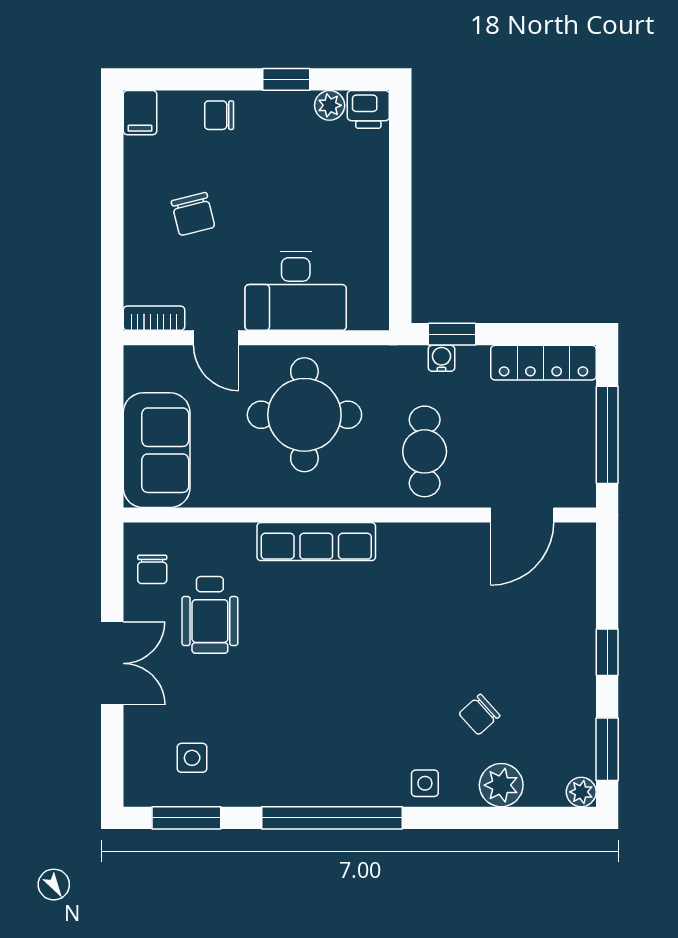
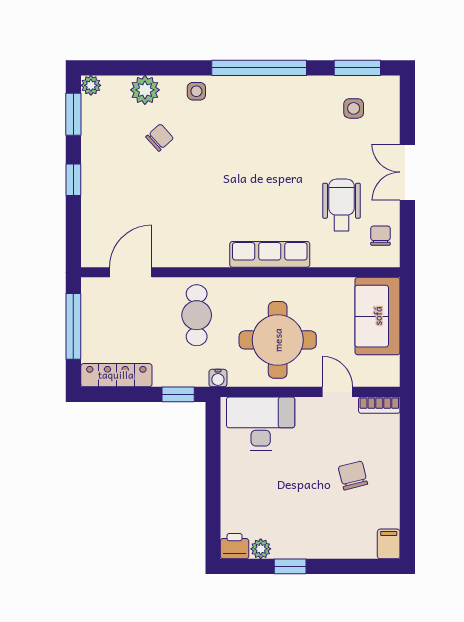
chair: (219, 115) -> (335, 542), removed
desk: (296, 291) -> (261, 424), moved
water cooler: (442, 358) -> (218, 378), moved

